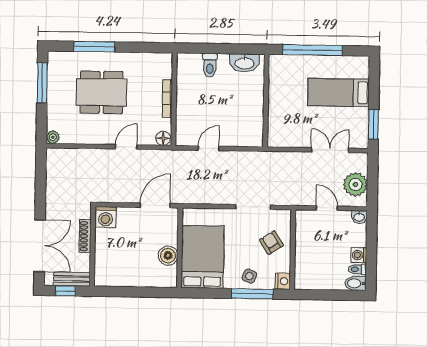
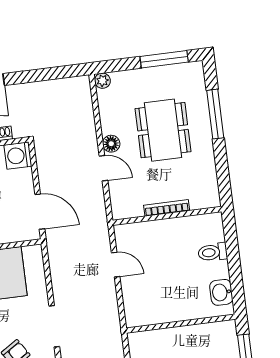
washbasin: (244, 63) -> (221, 292), width x0.72
floor lamp: (163, 138) -> (111, 144), moved

